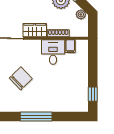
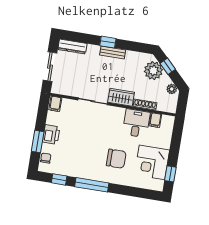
chair: (21, 78) -> (116, 159), moved, turned 44
corner desk: (74, 86) -> (152, 162), added
window: (36, 117) -> (92, 185), moved

